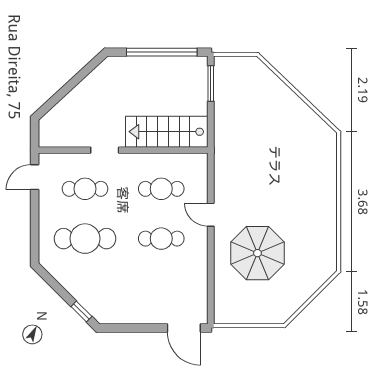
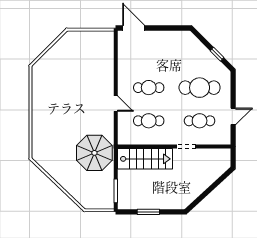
window: (162, 52) -> (148, 212), width x0.47
door: (35, 177) -> (233, 116), moved
parasol: (257, 253) -> (94, 153), moved
window: (81, 311) -> (217, 54), moved

